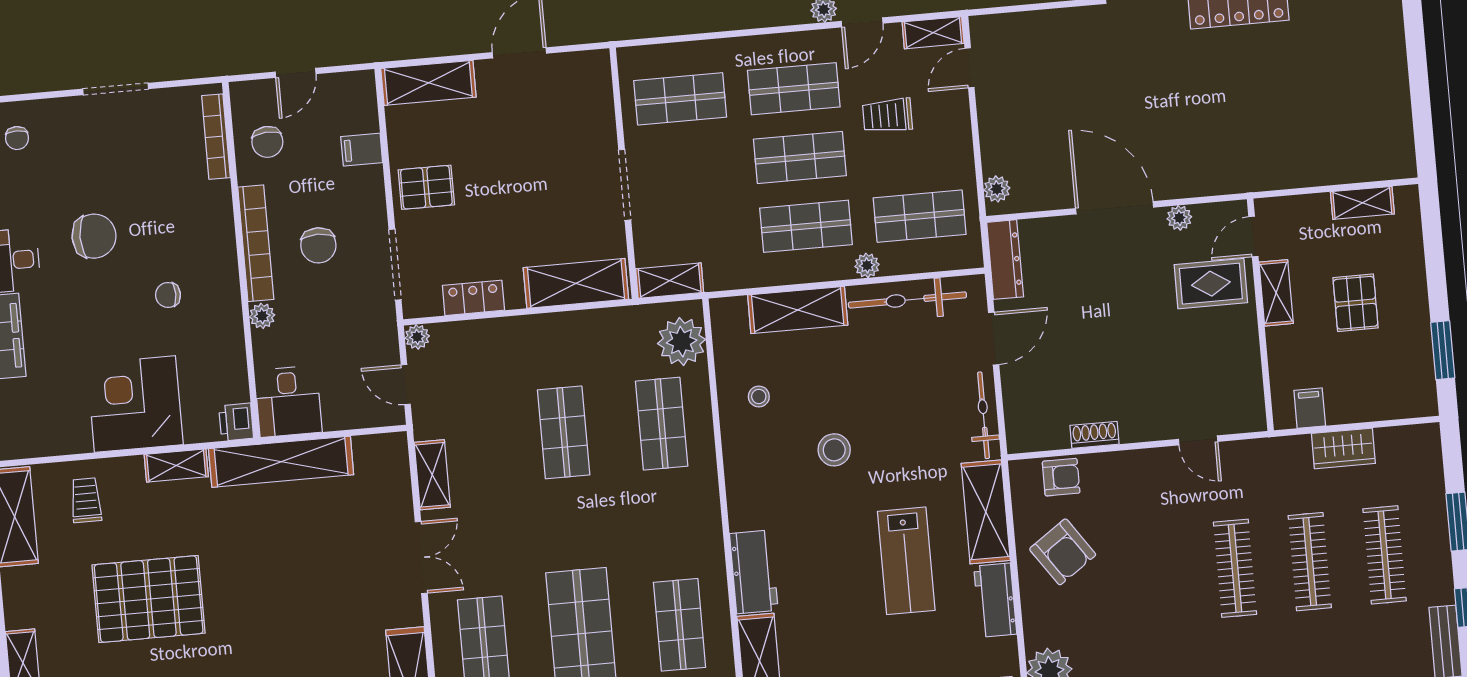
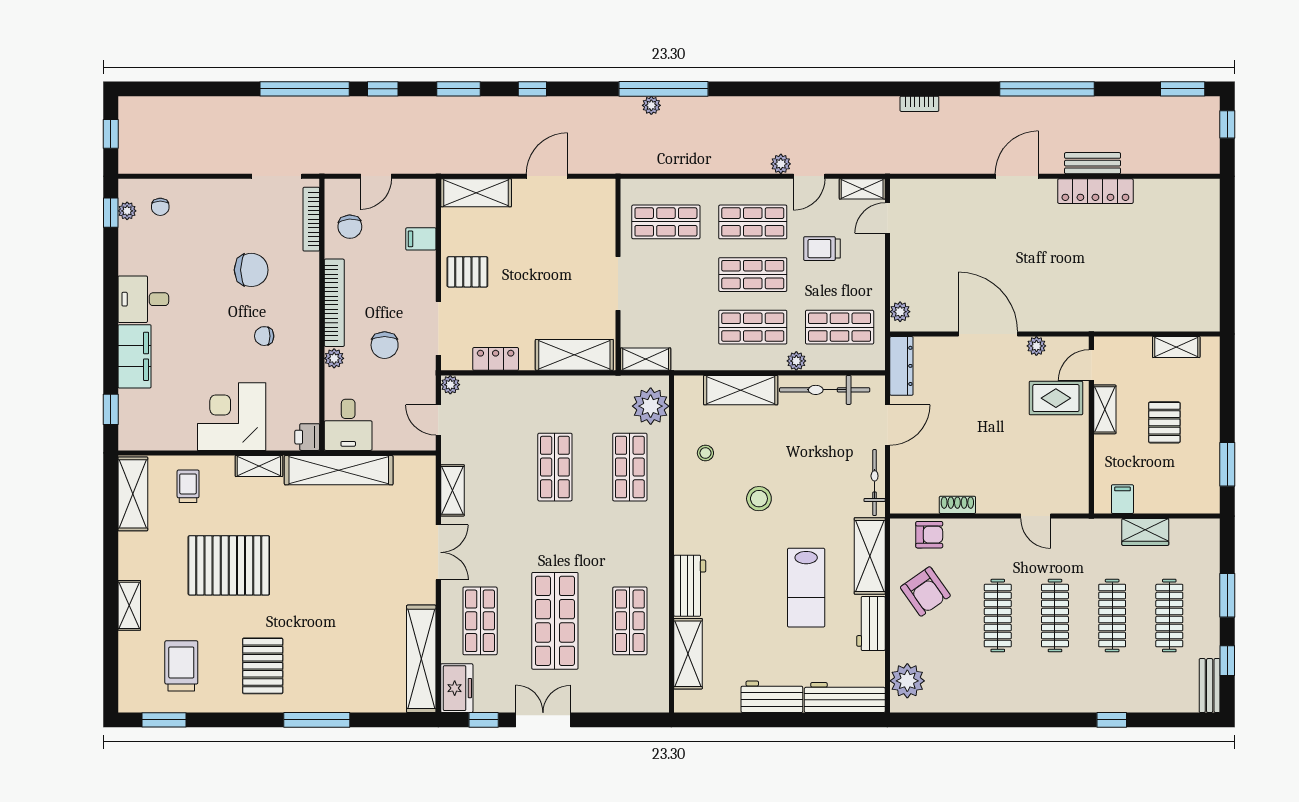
doorway: (116, 89) -> (277, 176), moved
chair: (94, 236) -> (251, 270), moved
chair: (318, 245) -> (385, 345), moved
clothes rail: (1160, 575) -> (998, 616), added

